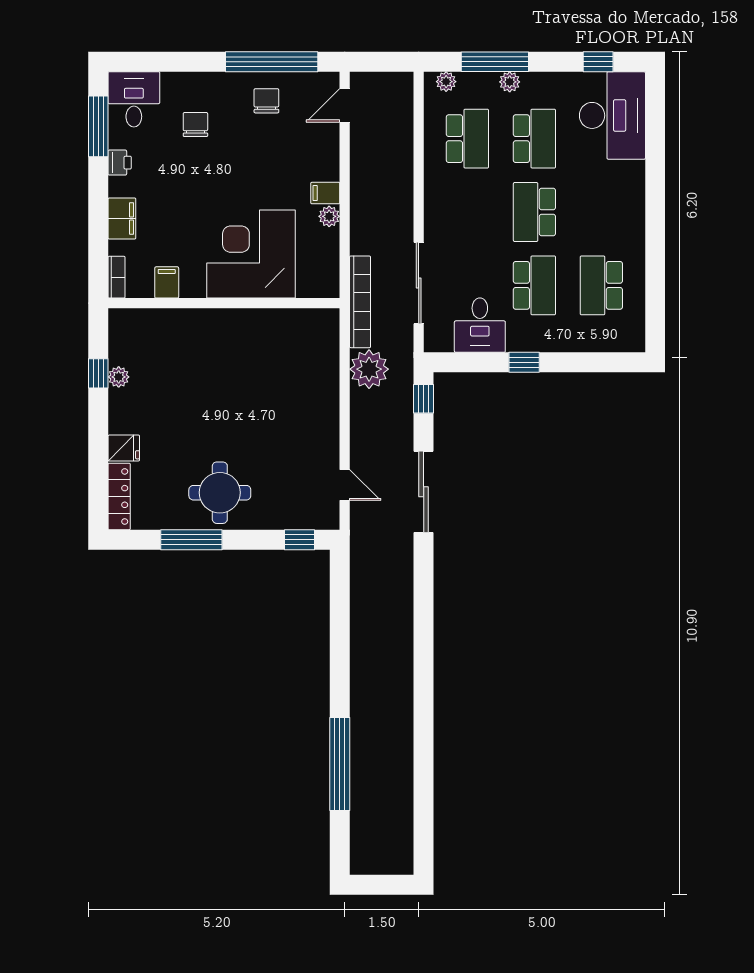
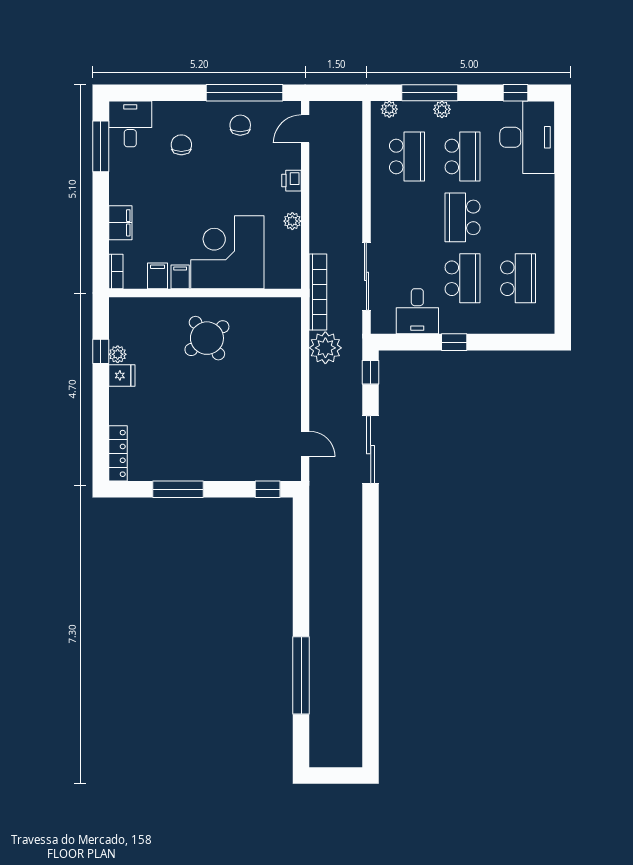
printer: (120, 163) -> (292, 181), moved, turned 180
filing cabinet: (325, 193) -> (180, 277), moved, turned 90
school desk: (601, 285) -> (518, 278), turned 180
fridge: (124, 448) -> (122, 375), moved
round table: (220, 493) -> (207, 338), moved, turned -36

